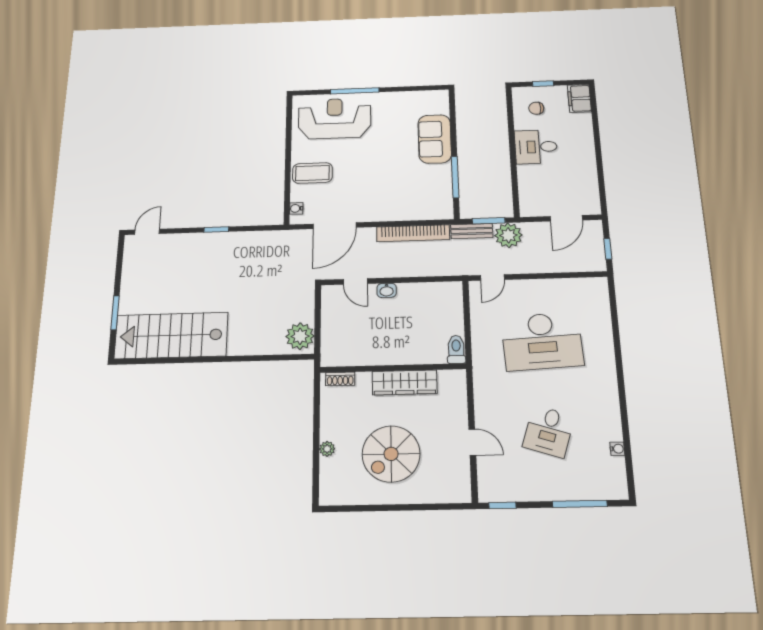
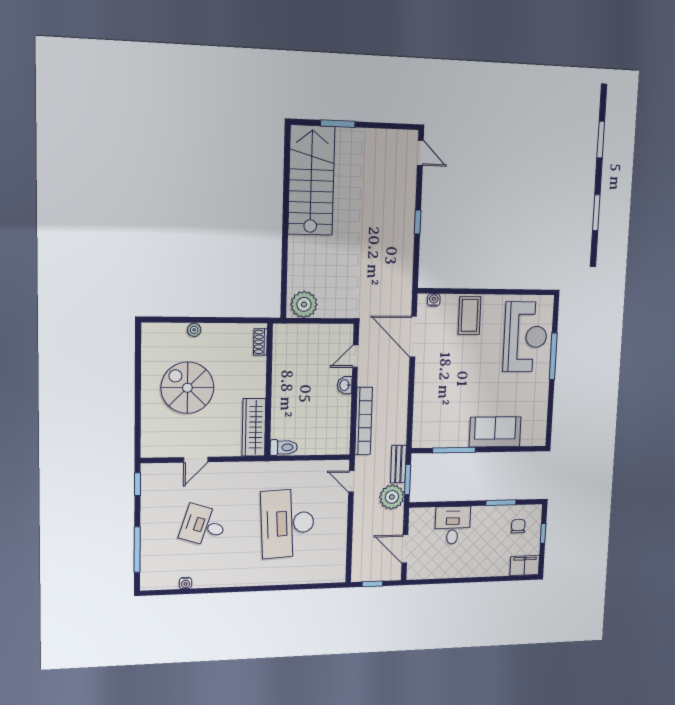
window: (511, 127) -> (501, 503), added
desk: (536, 147) -> (453, 525), moved
bookcase: (413, 233) -> (364, 421), moved, turned 180
wardrobe: (405, 382) -> (254, 427), moved

